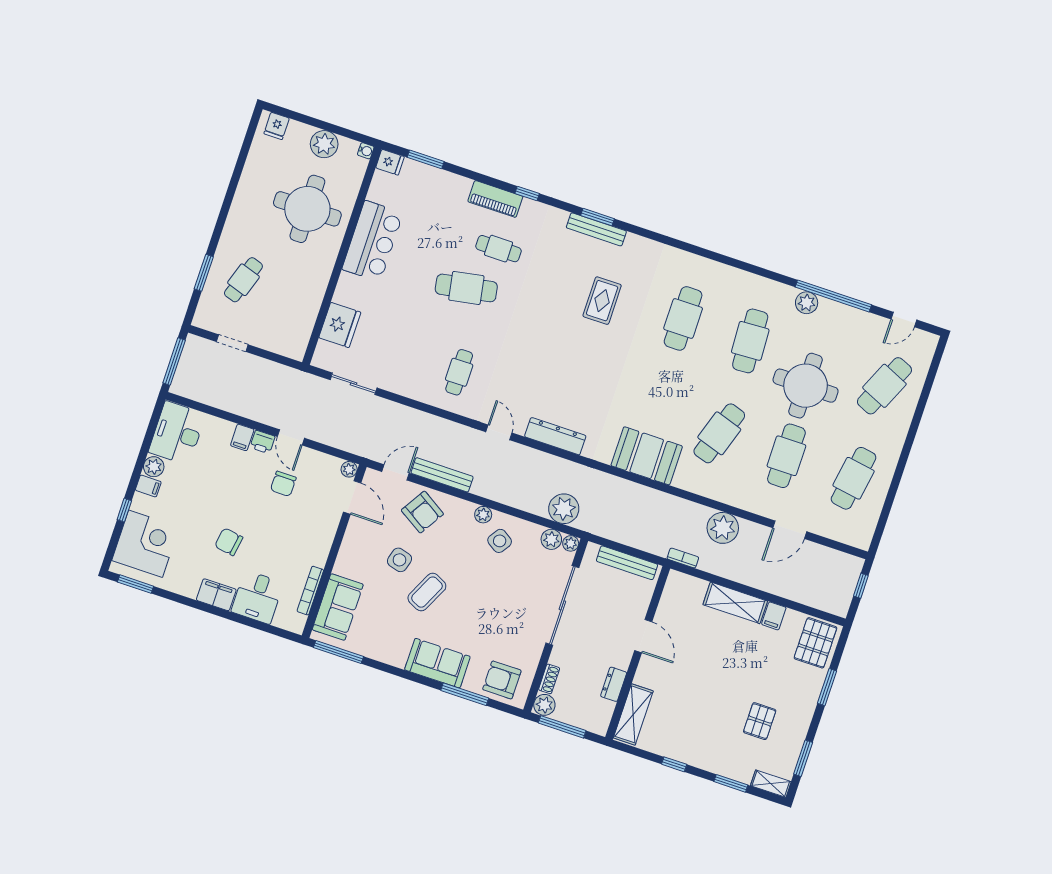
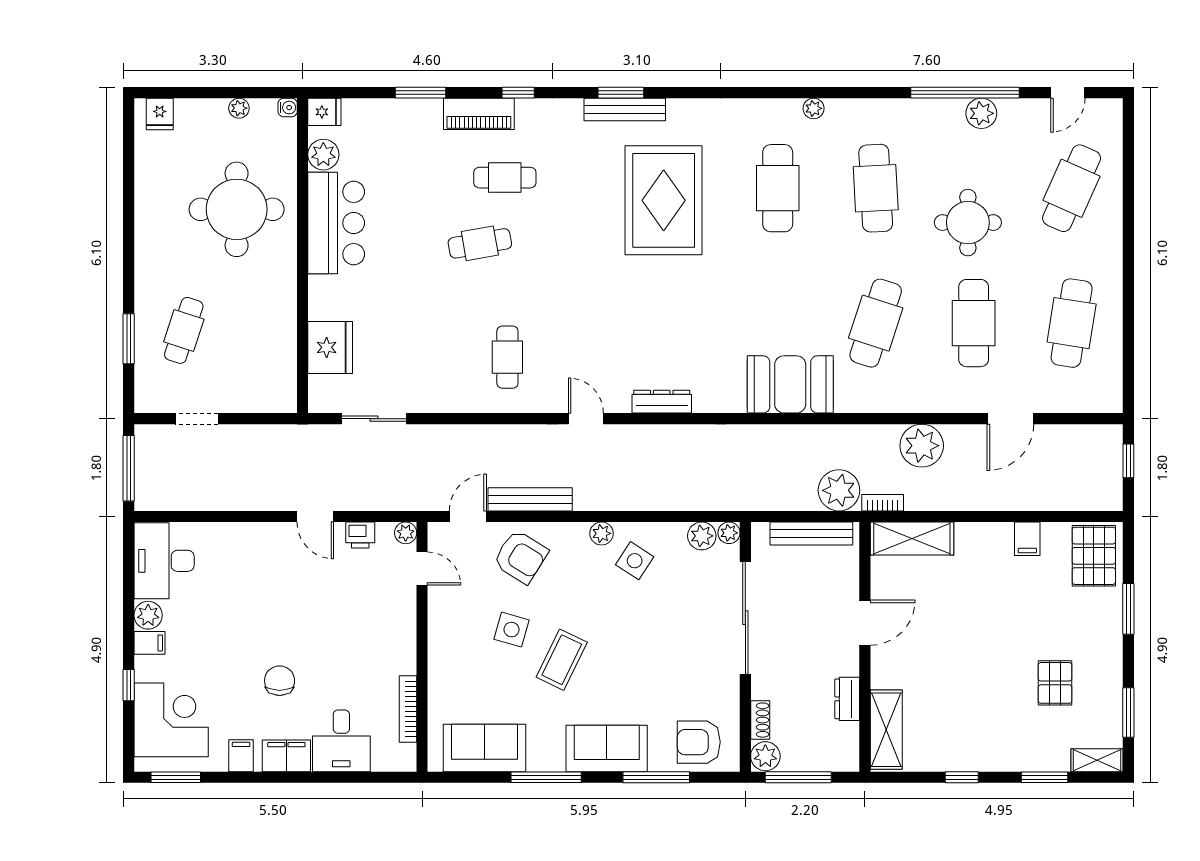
plant: (324, 144) -> (239, 108), width x0.53, depth x0.53
window: (426, 159) -> (420, 93), moved
plant: (379, 191) -> (323, 155), added
plant: (726, 272) -> (814, 108), added
cafe table: (466, 288) -> (480, 243), width x0.73, depth x0.74
rug: (602, 301) -> (664, 200), width x1.86, depth x2.06
plant: (807, 303) -> (981, 113), moved
round table: (806, 386) -> (968, 223), width x0.73, depth x0.73
dresser: (555, 436) -> (662, 402), width x0.73, depth x0.80
filing cabinet: (242, 437) -> (241, 756), moved, turned 180
printer: (262, 442) -> (360, 535), moved
chair: (283, 484) -> (326, 581), removed
door: (352, 498) -> (422, 569), width x0.73
plant: (564, 509) -> (839, 490), moved
chair: (229, 542) -> (280, 681), turned 81
shelving: (735, 603) -> (912, 539), moved
sofa: (338, 607) -> (485, 748), moved, turned -90
door: (643, 636) -> (865, 623), hinge flipped
window: (338, 652) -> (546, 777), moved

